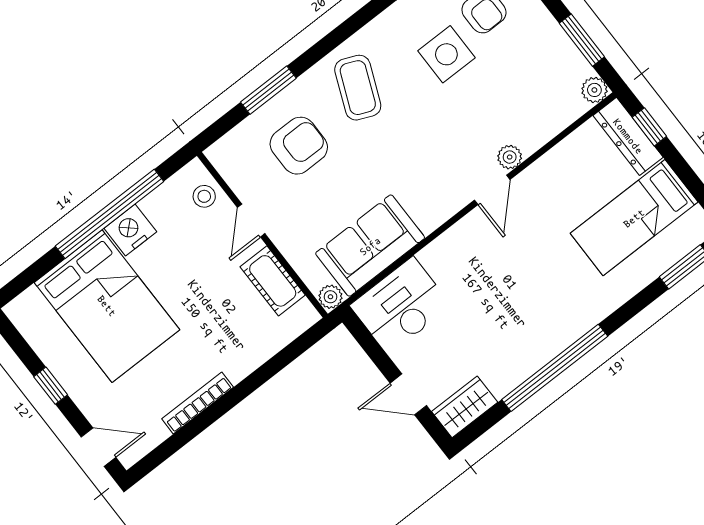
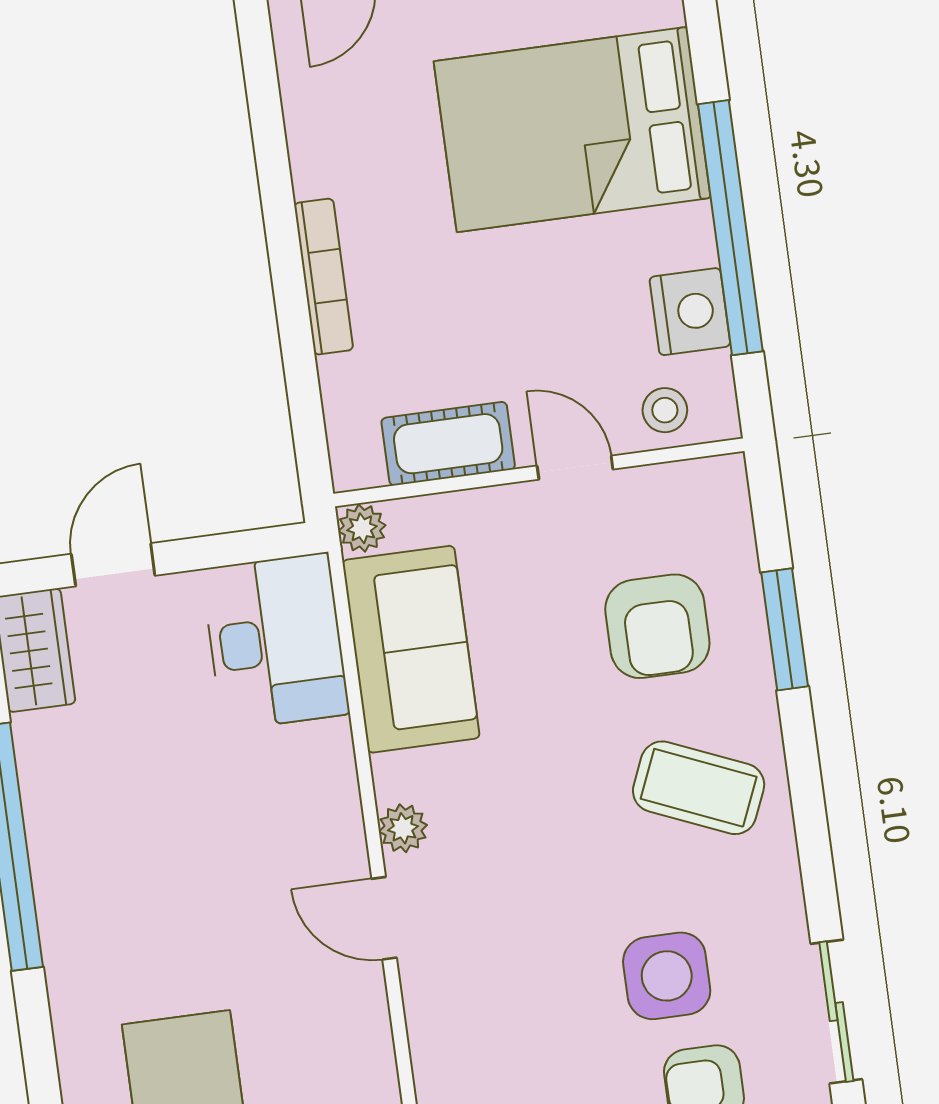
plant: (510, 157) -> (403, 828), moved
nightstand: (130, 230) -> (690, 312), moved
bookcase: (198, 403) -> (324, 277), moved

